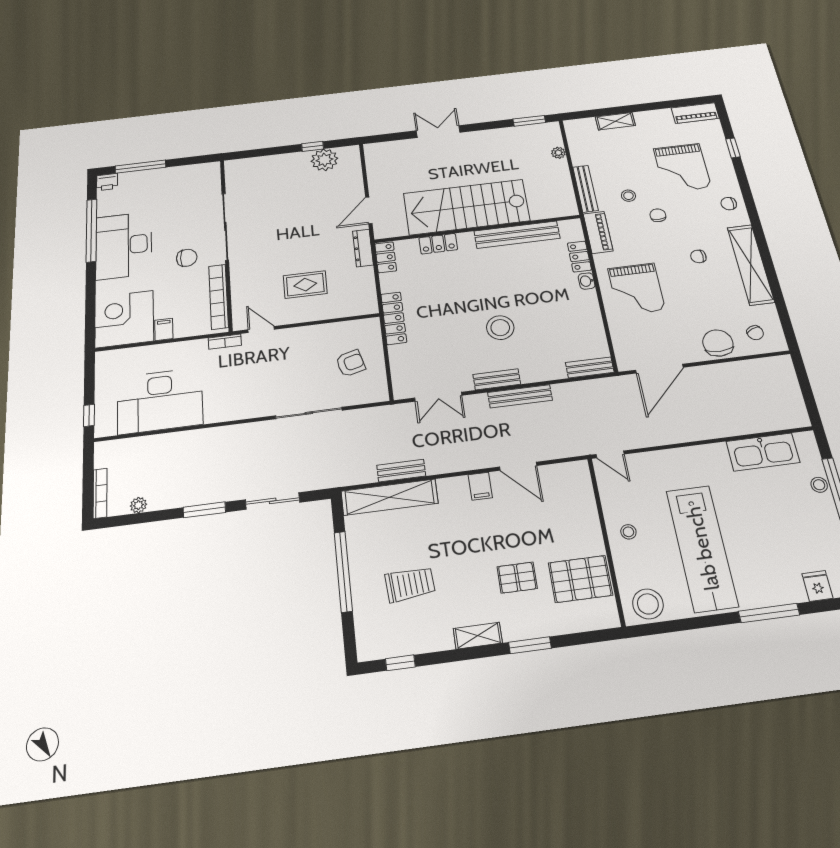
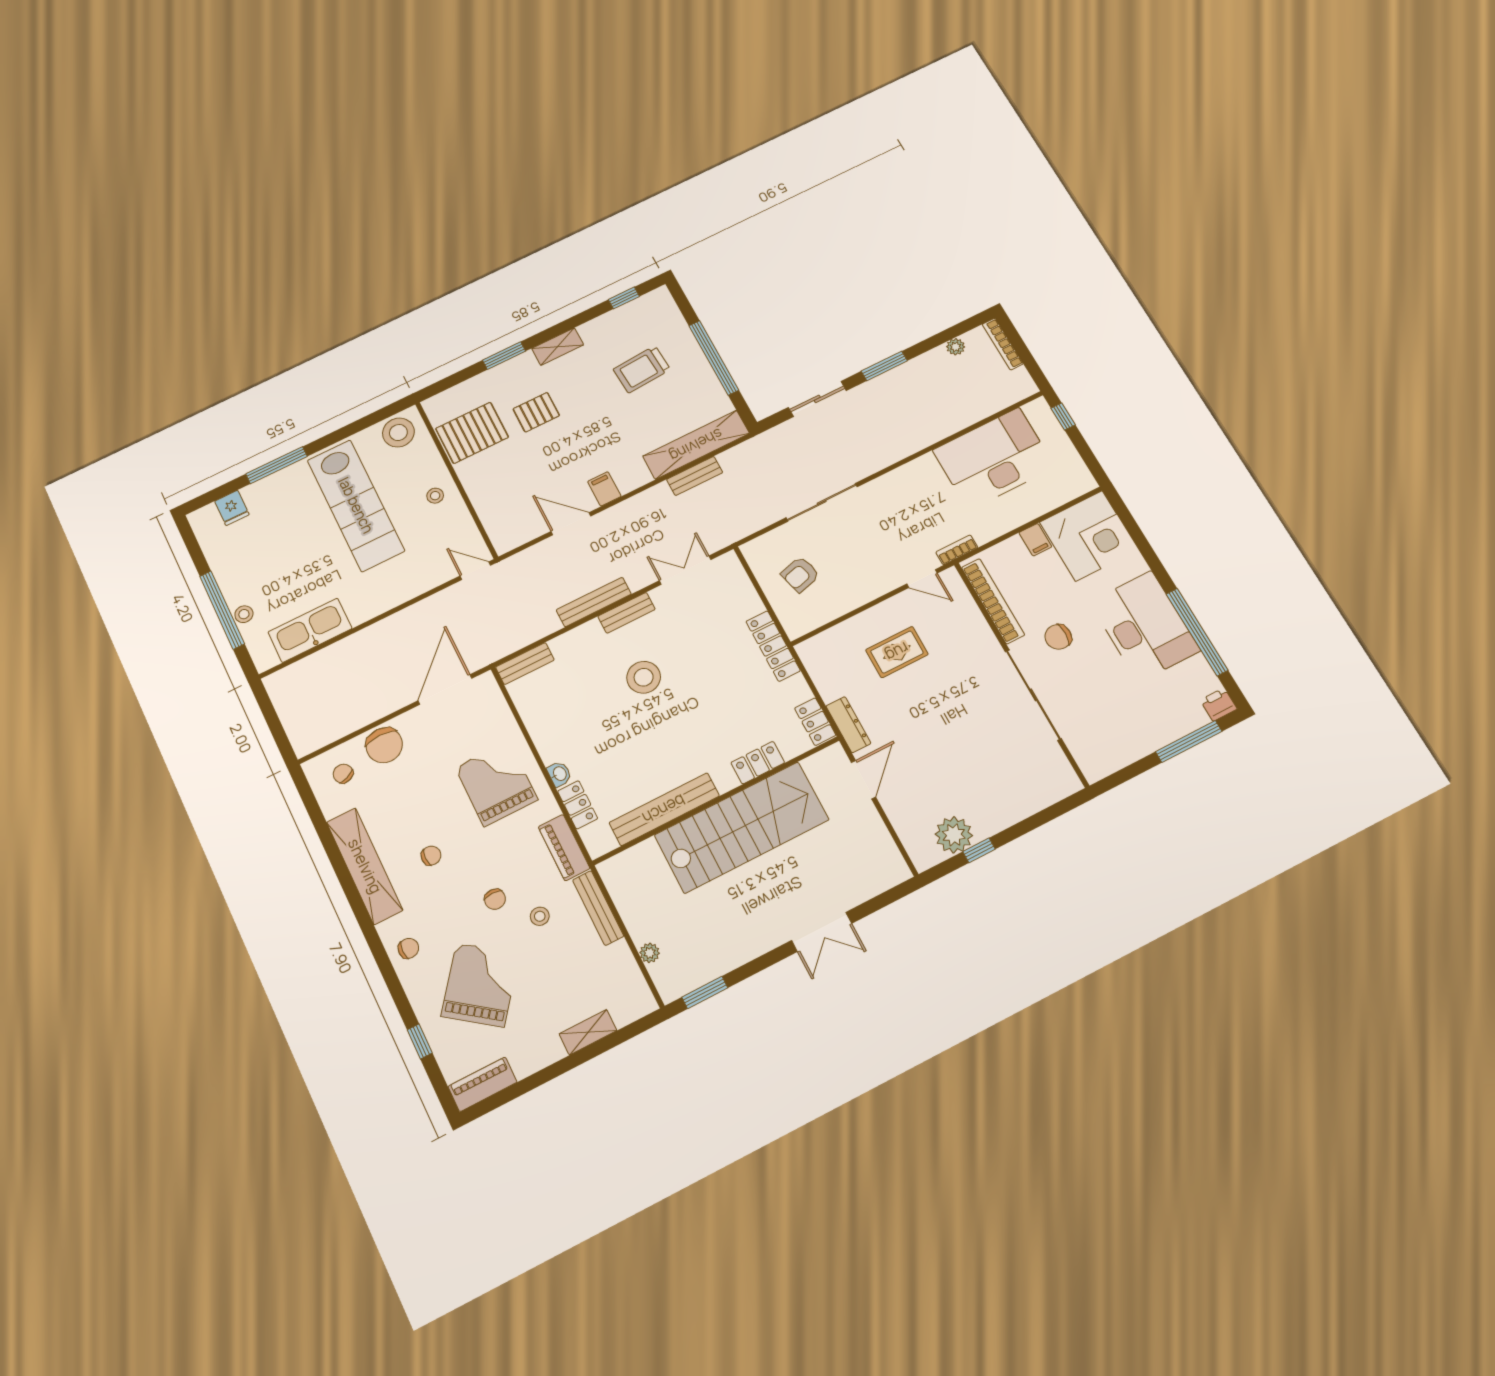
grand piano: (682, 168) -> (480, 985), turned 37
lab bench: (702, 548) -> (356, 505), turned 180

